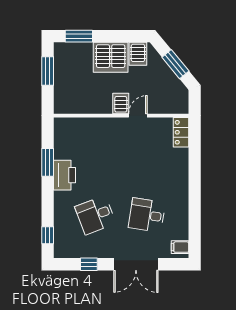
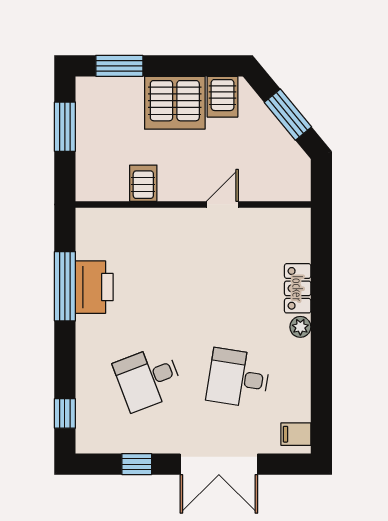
server rack: (121, 103) -> (143, 183), moved
locker: (181, 132) -> (298, 288), moved
window: (48, 162) -> (65, 286), width x1.44
printer: (64, 175) -> (94, 287), moved
plant: (183, 186) -> (300, 327), added

